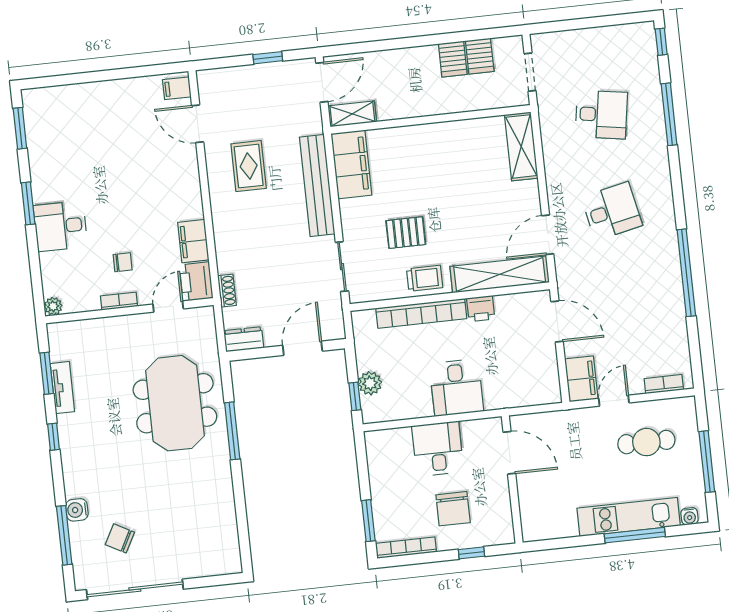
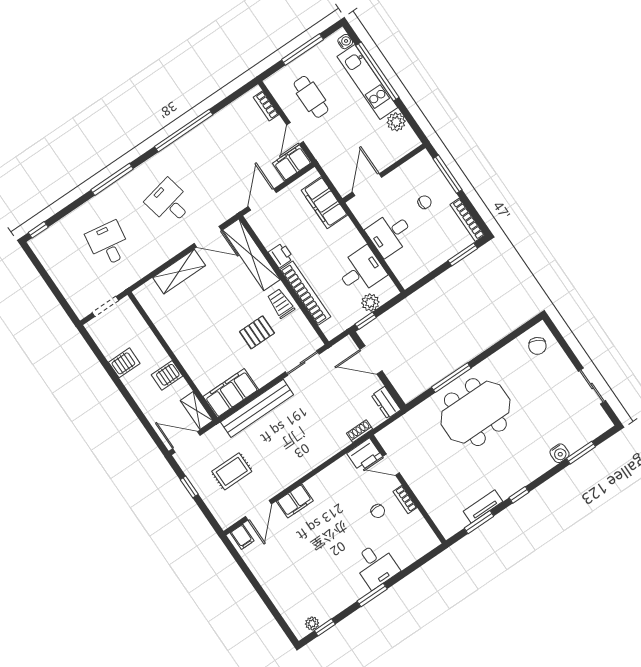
server rack: (480, 56) -> (167, 375), moved, turned 180
window: (669, 114) -> (112, 179), moved
window: (20, 128) -> (325, 627), width x0.67
shelving: (521, 146) -> (179, 272), moved
rug: (249, 166) -> (232, 471), moved
pallet: (406, 233) -> (257, 332), turned 90
filing cabinet: (193, 241) -> (295, 501), moved
chair: (123, 262) -> (378, 511), turned 180
plant: (53, 306) -> (312, 623), moved
desk: (457, 387) -> (361, 271), moved
filing cabinet: (515, 392) -> (324, 203), added
window: (355, 396) -> (366, 321), moved
door: (614, 401) -> (295, 133), hinge flipped
meeting table: (175, 403) -> (475, 412), moved
chair: (453, 509) -> (425, 202), width x0.54, depth x0.54
plant: (564, 526) -> (396, 122), added
window: (64, 535) -> (581, 453), width x0.69
window: (635, 535) -> (377, 71), width x1.46
chair: (120, 538) -> (537, 346), moved
window: (471, 553) -> (447, 174), width x2.17
sliding door: (135, 589) -> (592, 386), width x0.54

